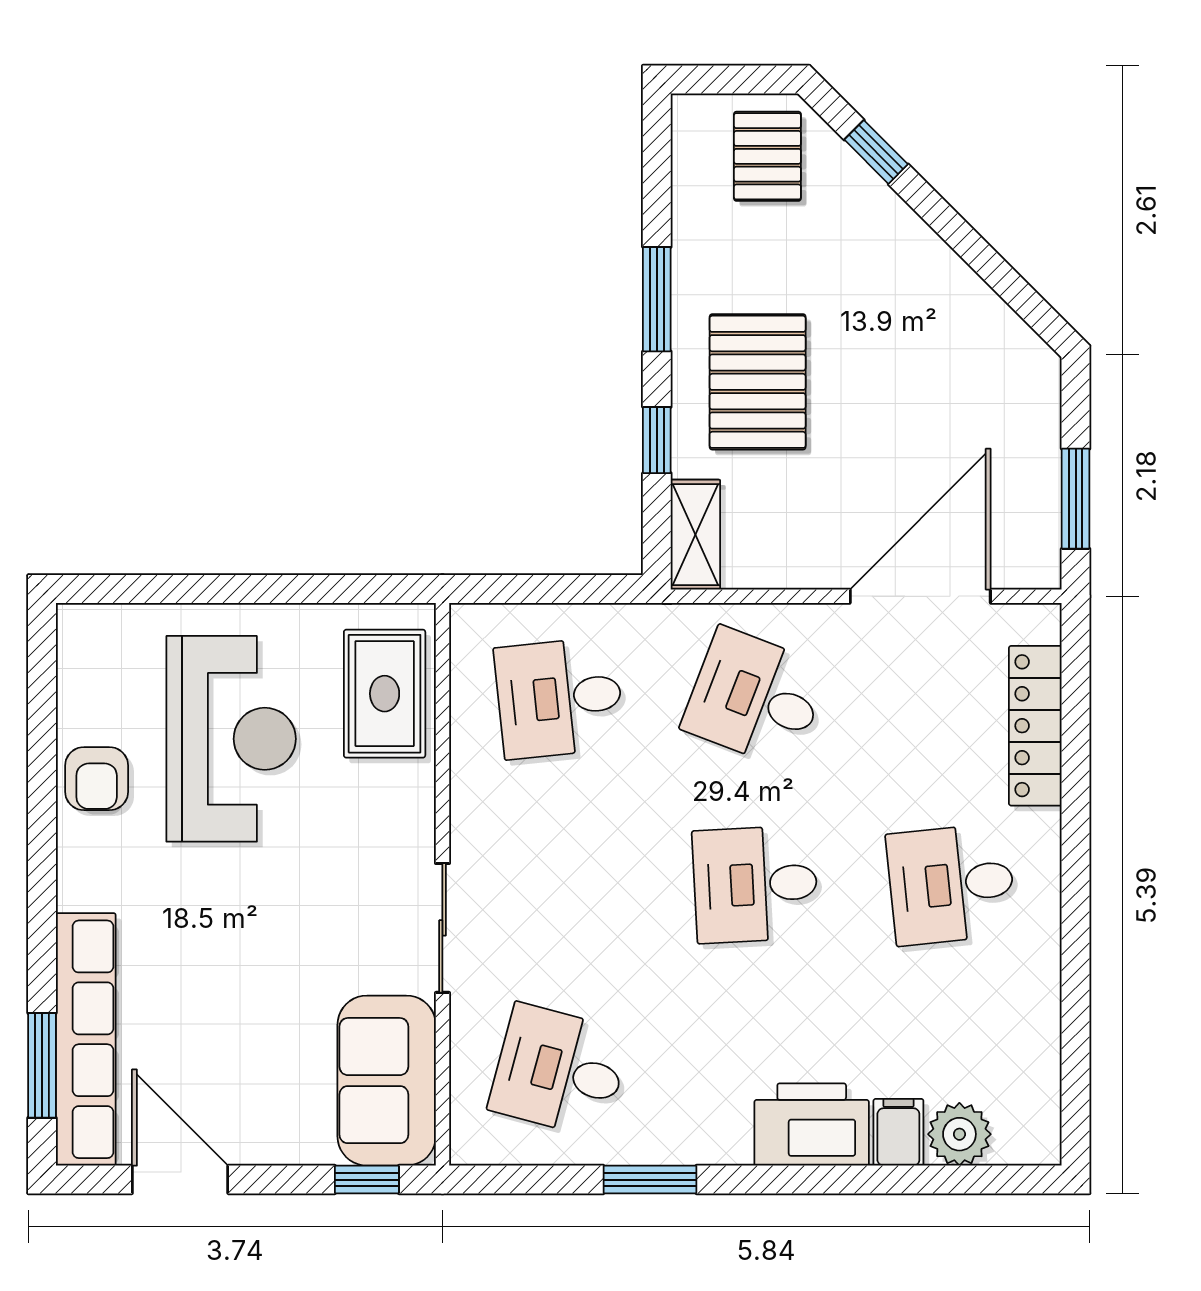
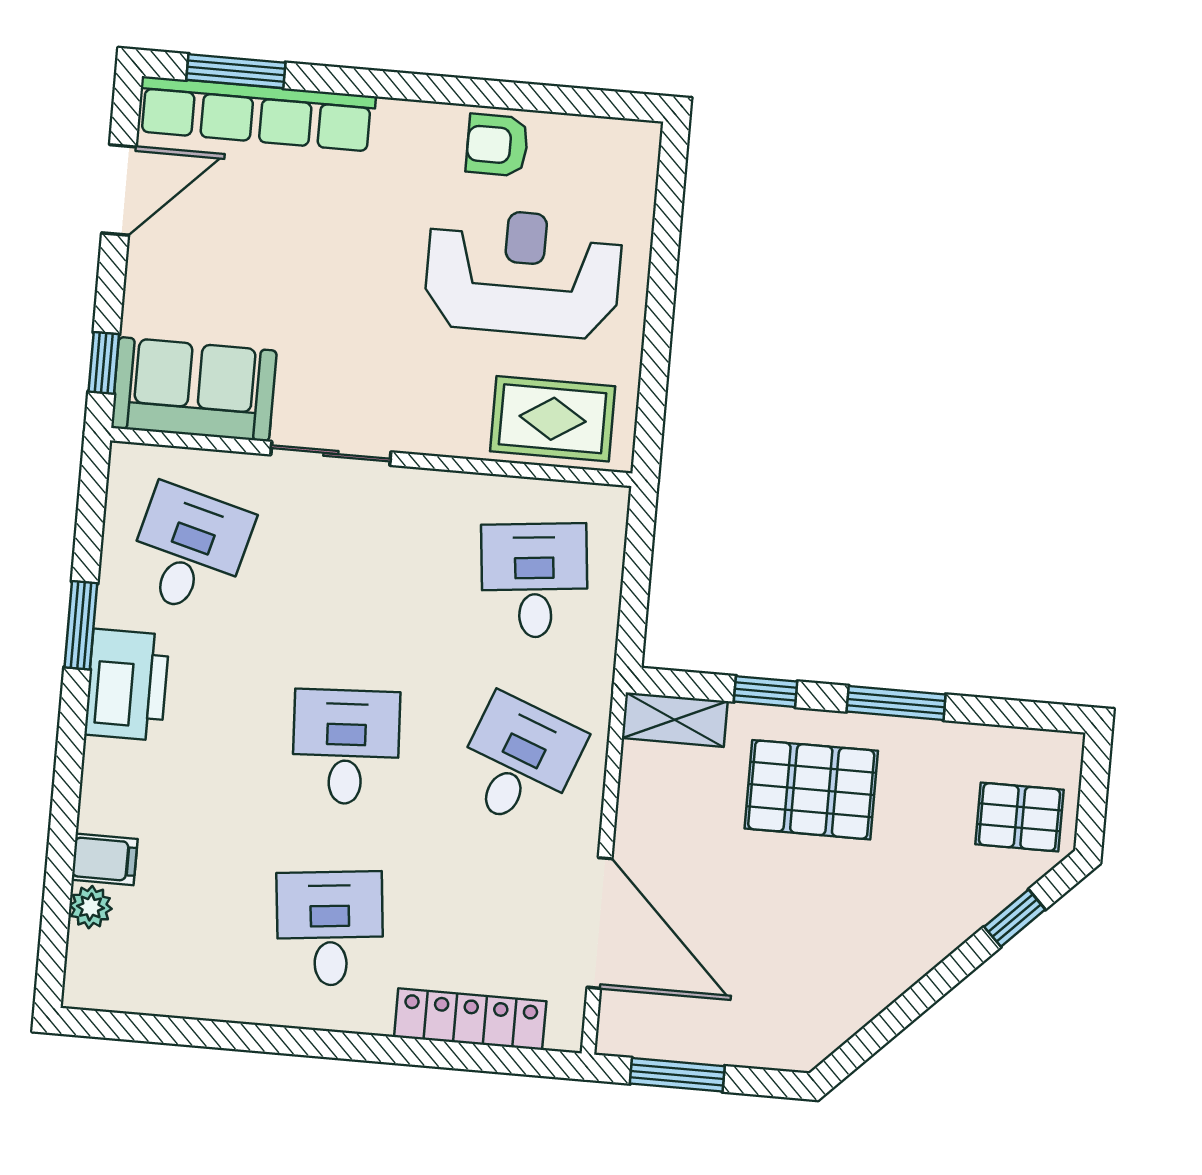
reception desk: (231, 739) -> (523, 273), turned 180
printer: (812, 1125) -> (127, 685), moved
plant: (959, 1134) -> (91, 907), width x0.73, depth x0.73

